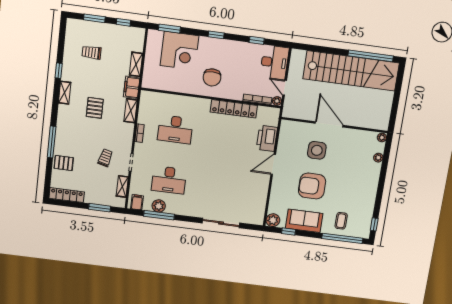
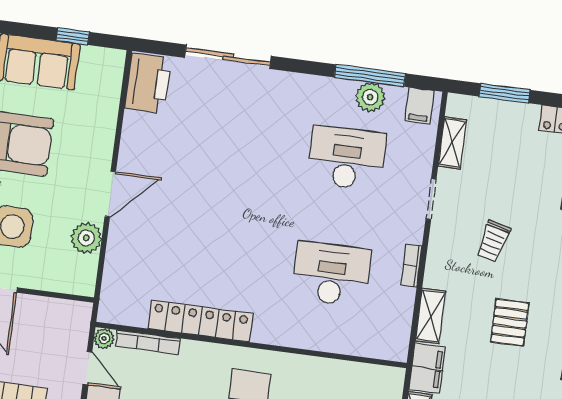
printer: (267, 138) -> (148, 83), moved
trolley: (105, 158) -> (493, 241), moved
plant: (273, 220) -> (86, 238), moved

